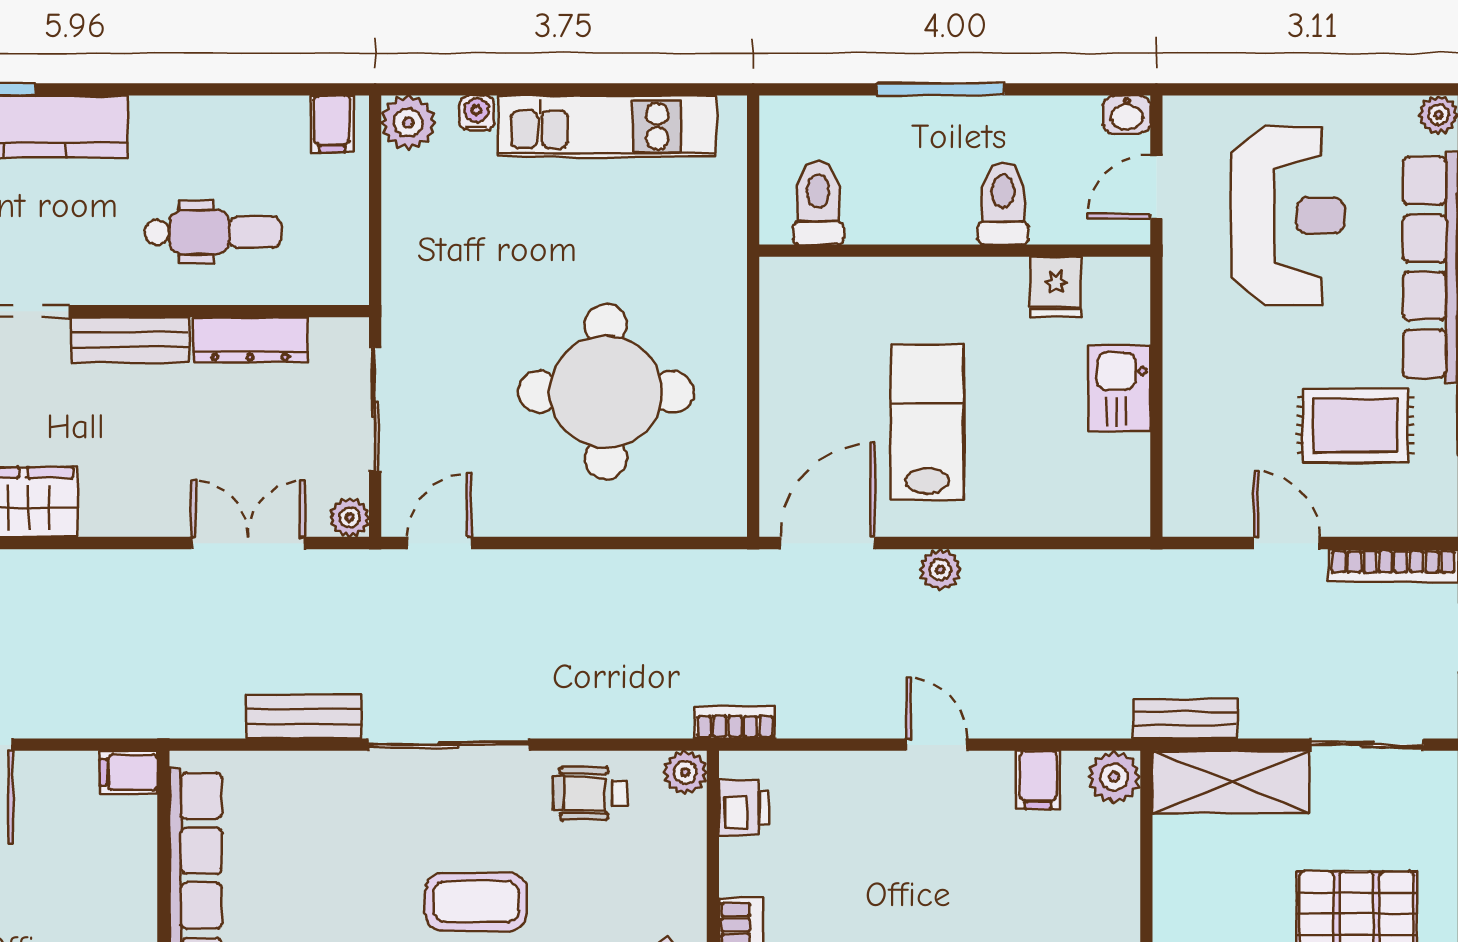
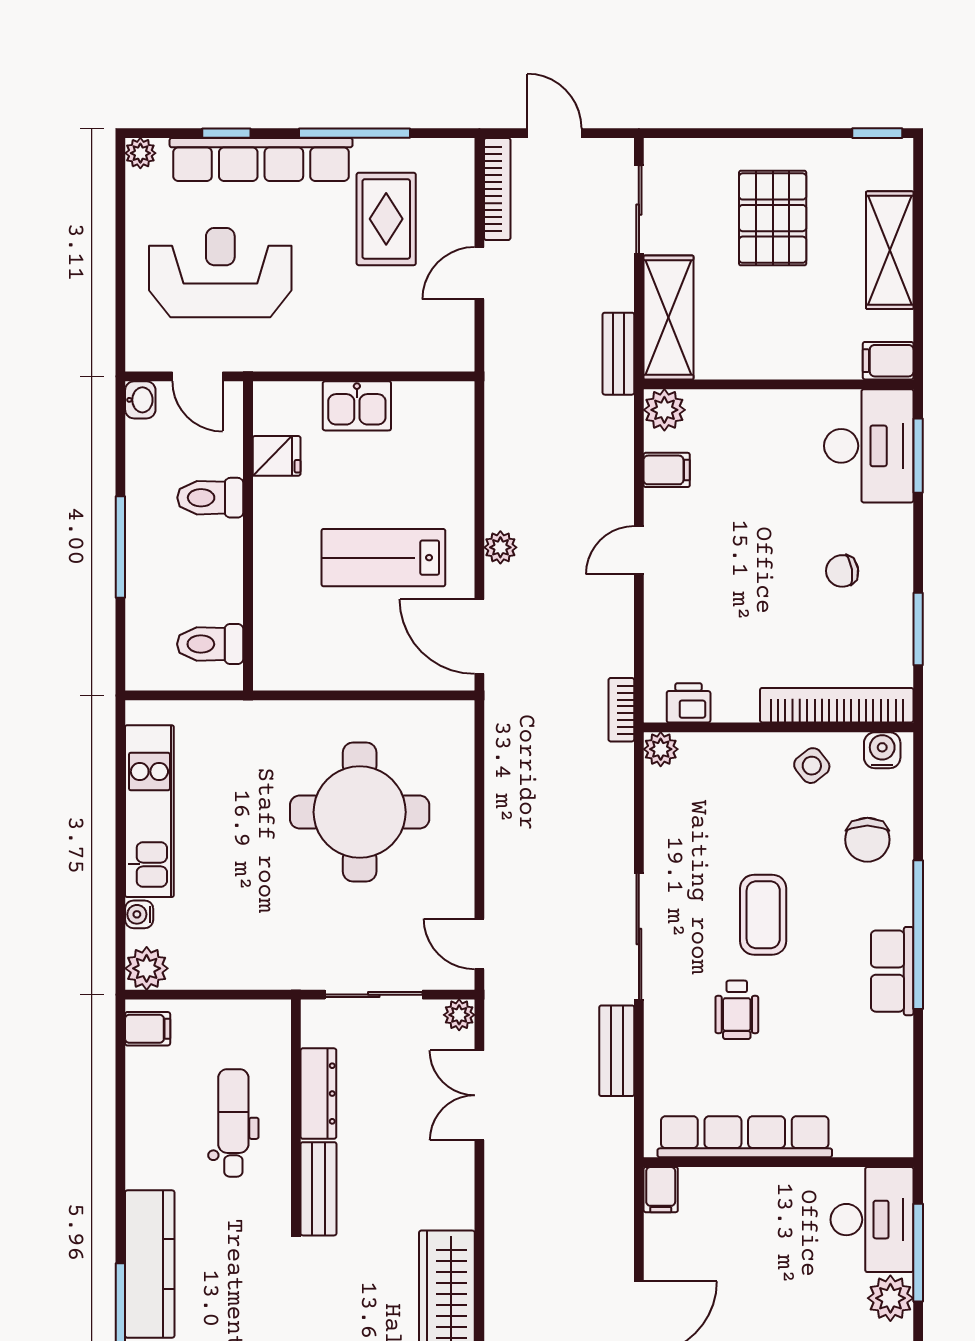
wheelchair: (590, 793) -> (737, 1010), moved

